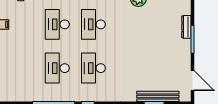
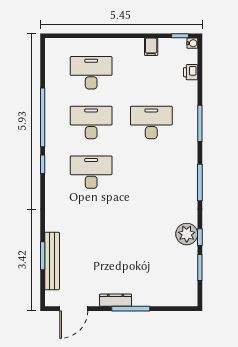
desk: (93, 24) -> (91, 73), moved
dresser: (186, 27) -> (116, 300), moved

